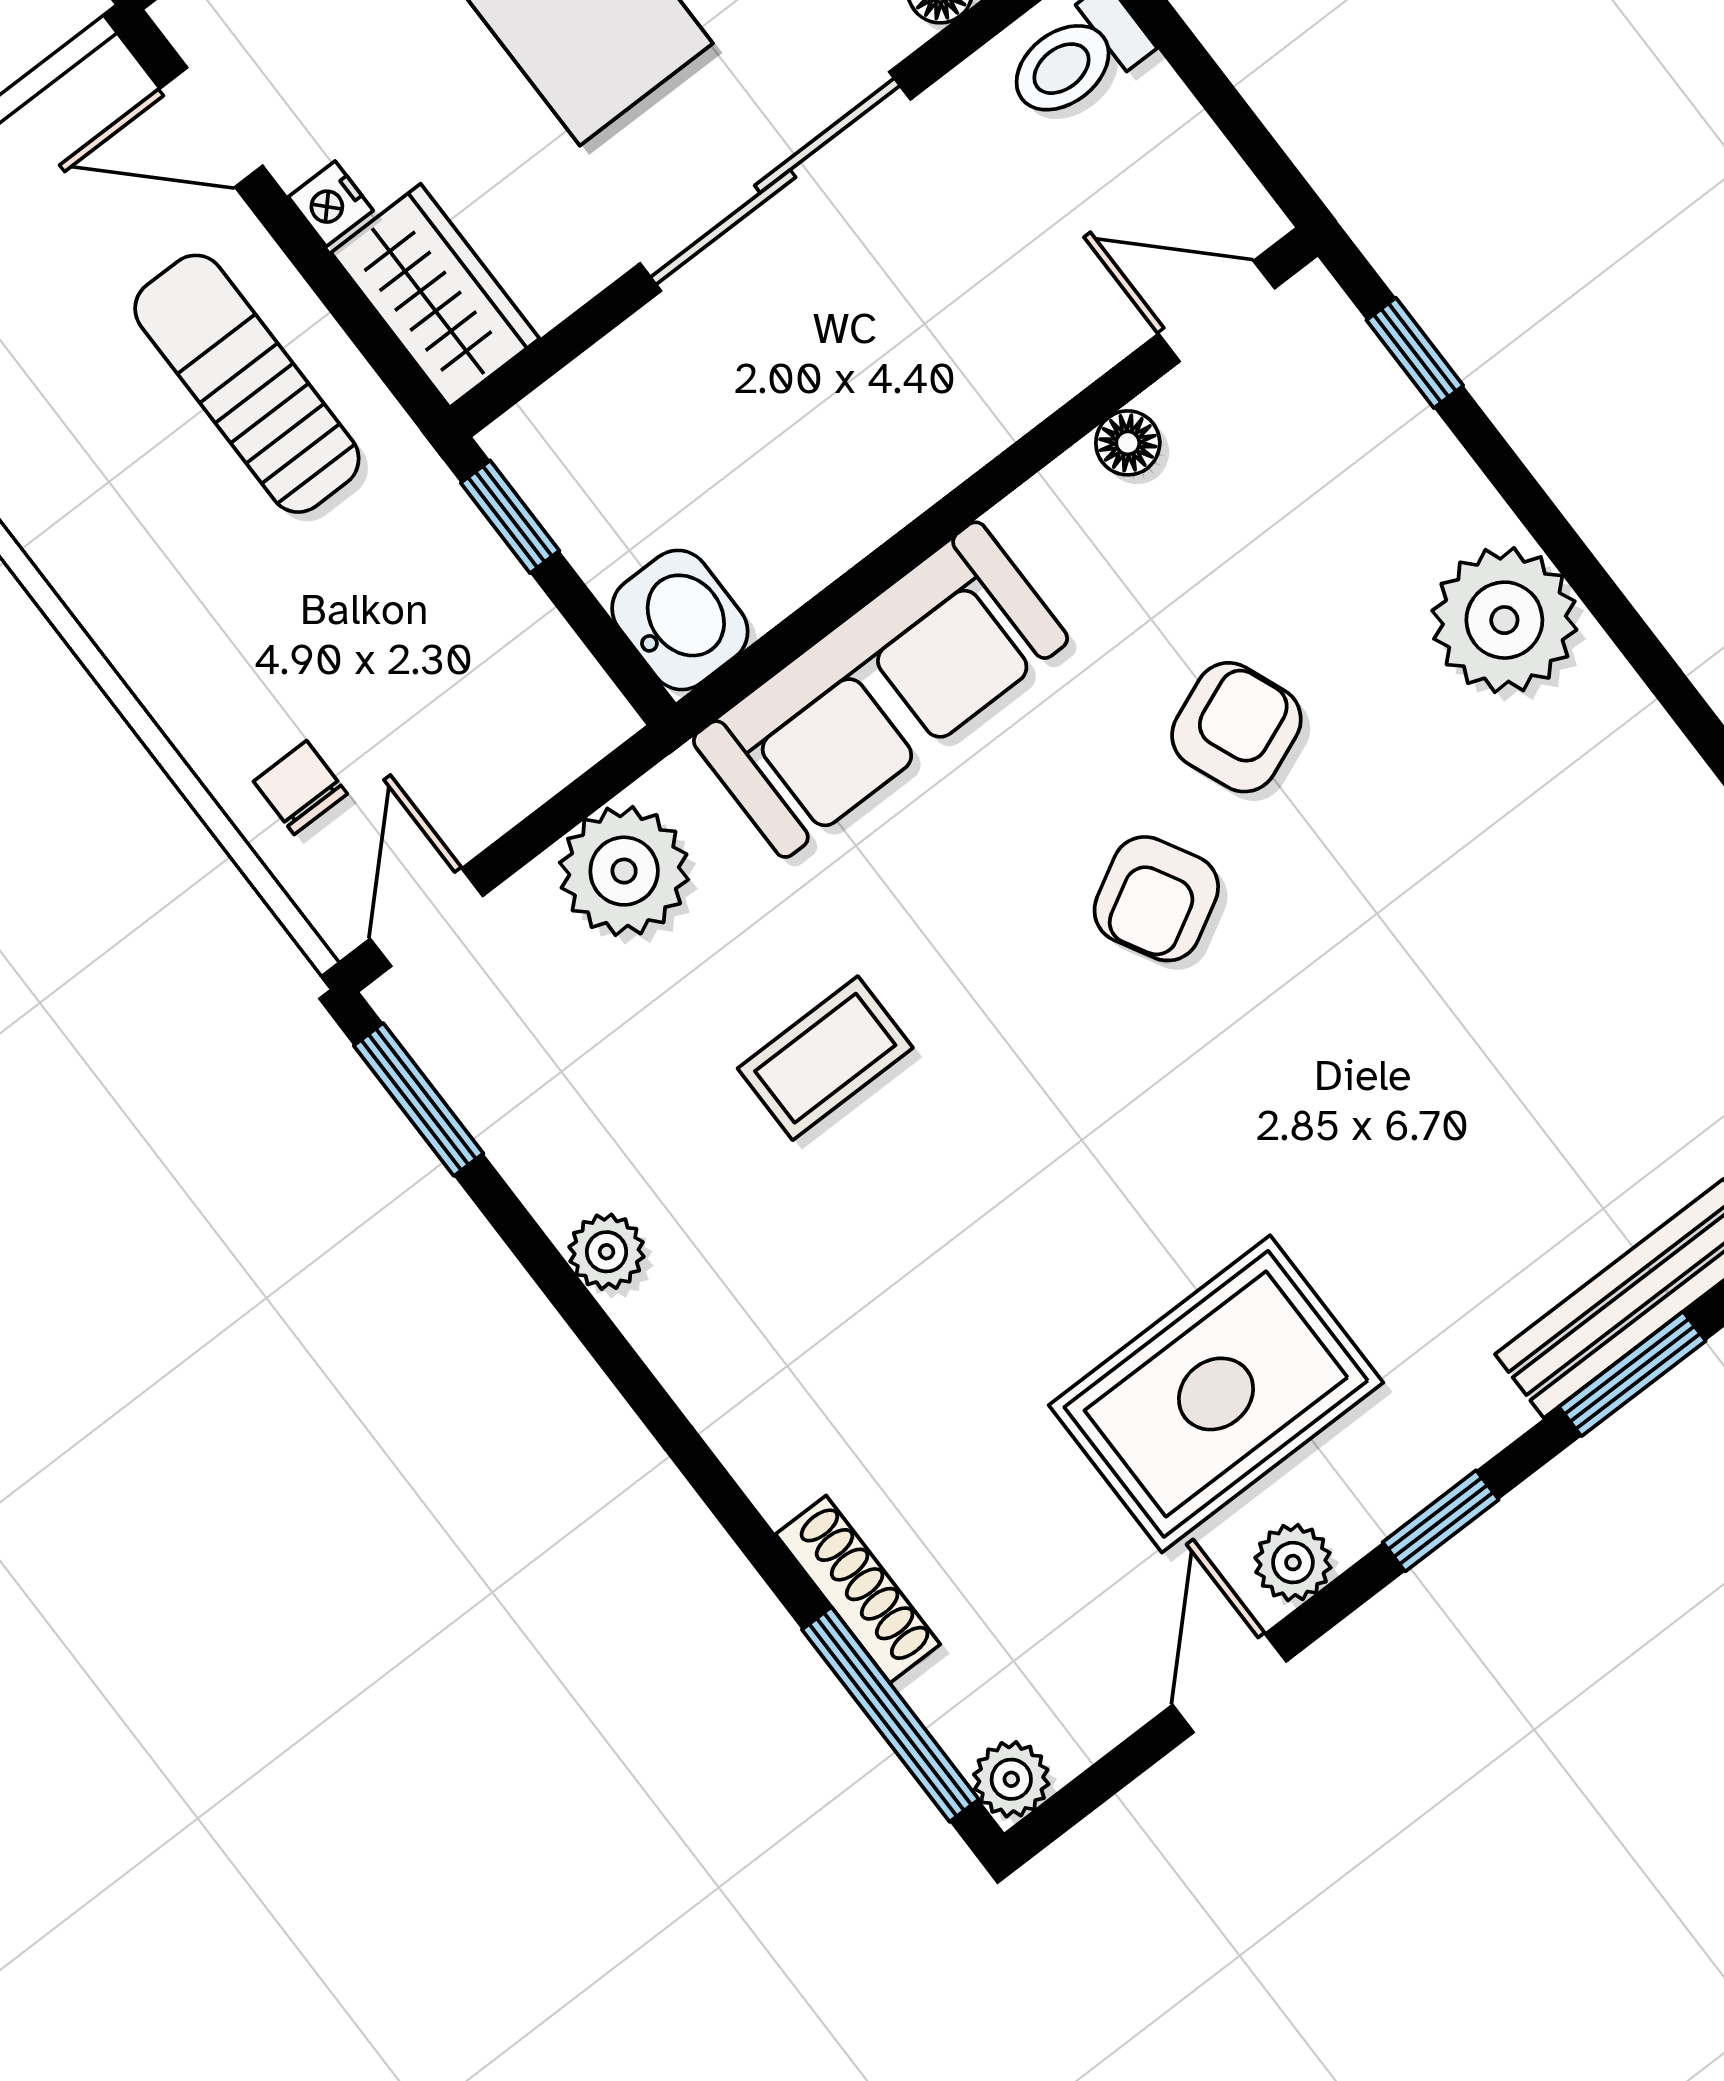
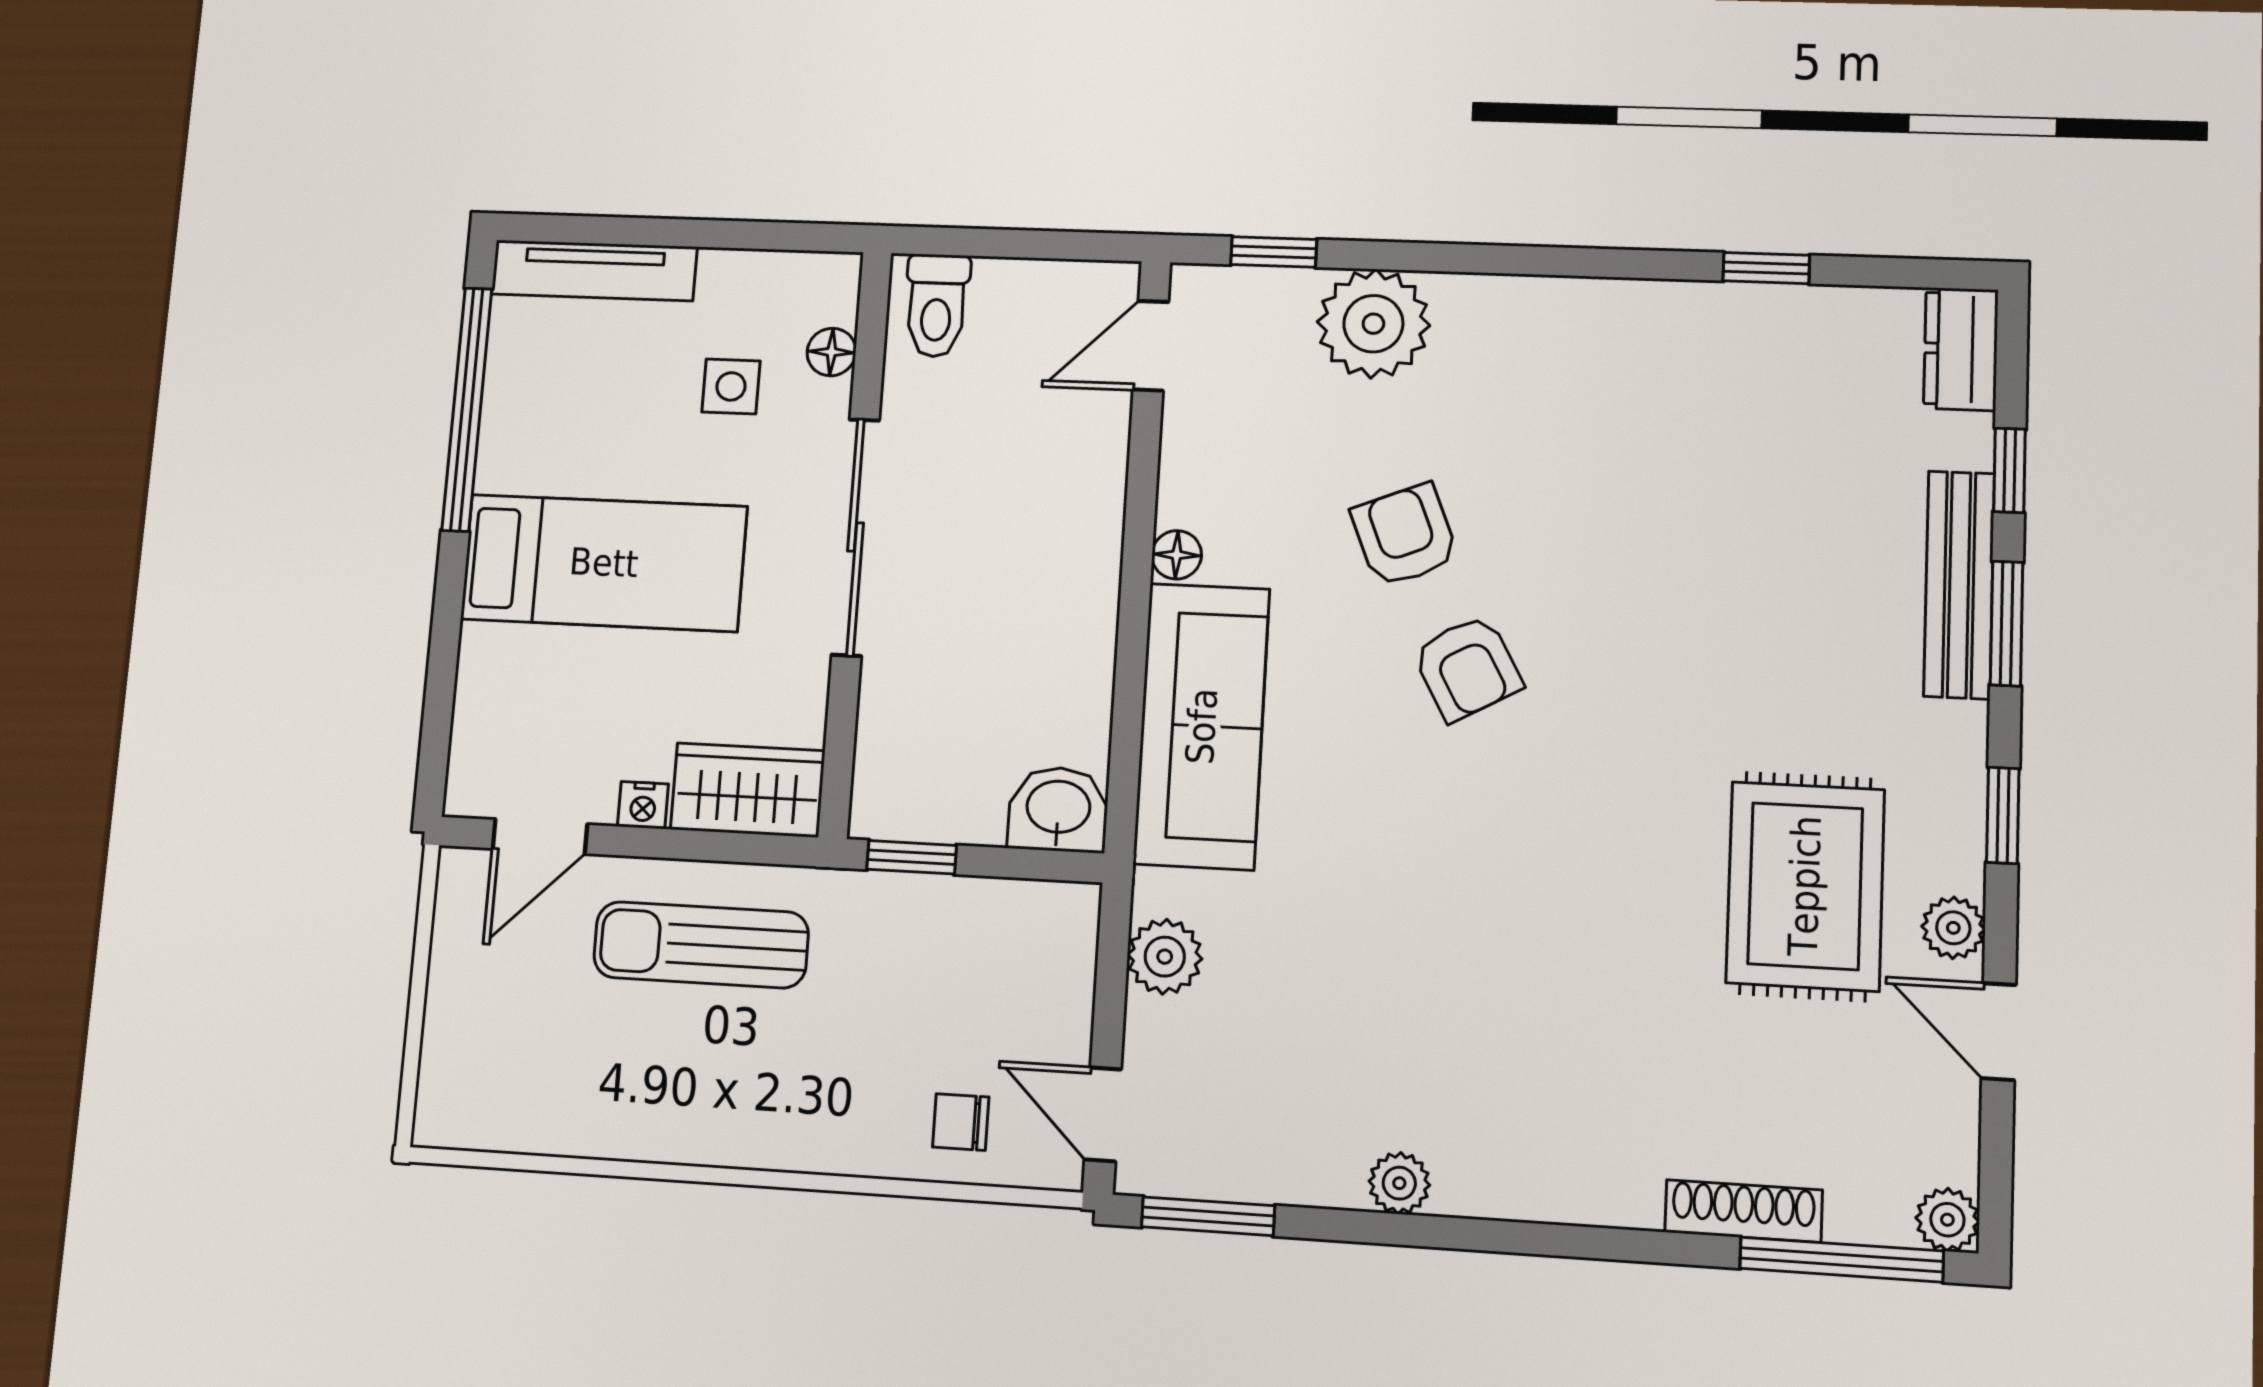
floor lamp: (1128, 443) -> (1177, 555), moved
plant: (1504, 620) -> (1373, 324), moved
plant: (624, 871) -> (1165, 957), width x0.73, depth x0.73
coffee table: (825, 1058) -> (1394, 947), removed

